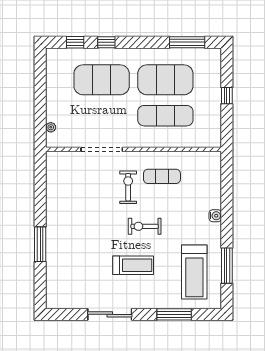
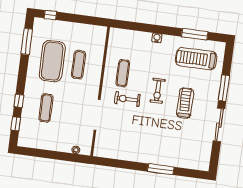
exercise mat: (102, 80) -> (46, 108), width x0.50, depth x0.69
window: (227, 96) -> (50, 15), moved
exercise mat: (165, 116) -> (79, 65), width x0.73, depth x0.69
treadmill: (194, 272) -> (196, 59), turned 180
window: (174, 314) -> (224, 88), moved

